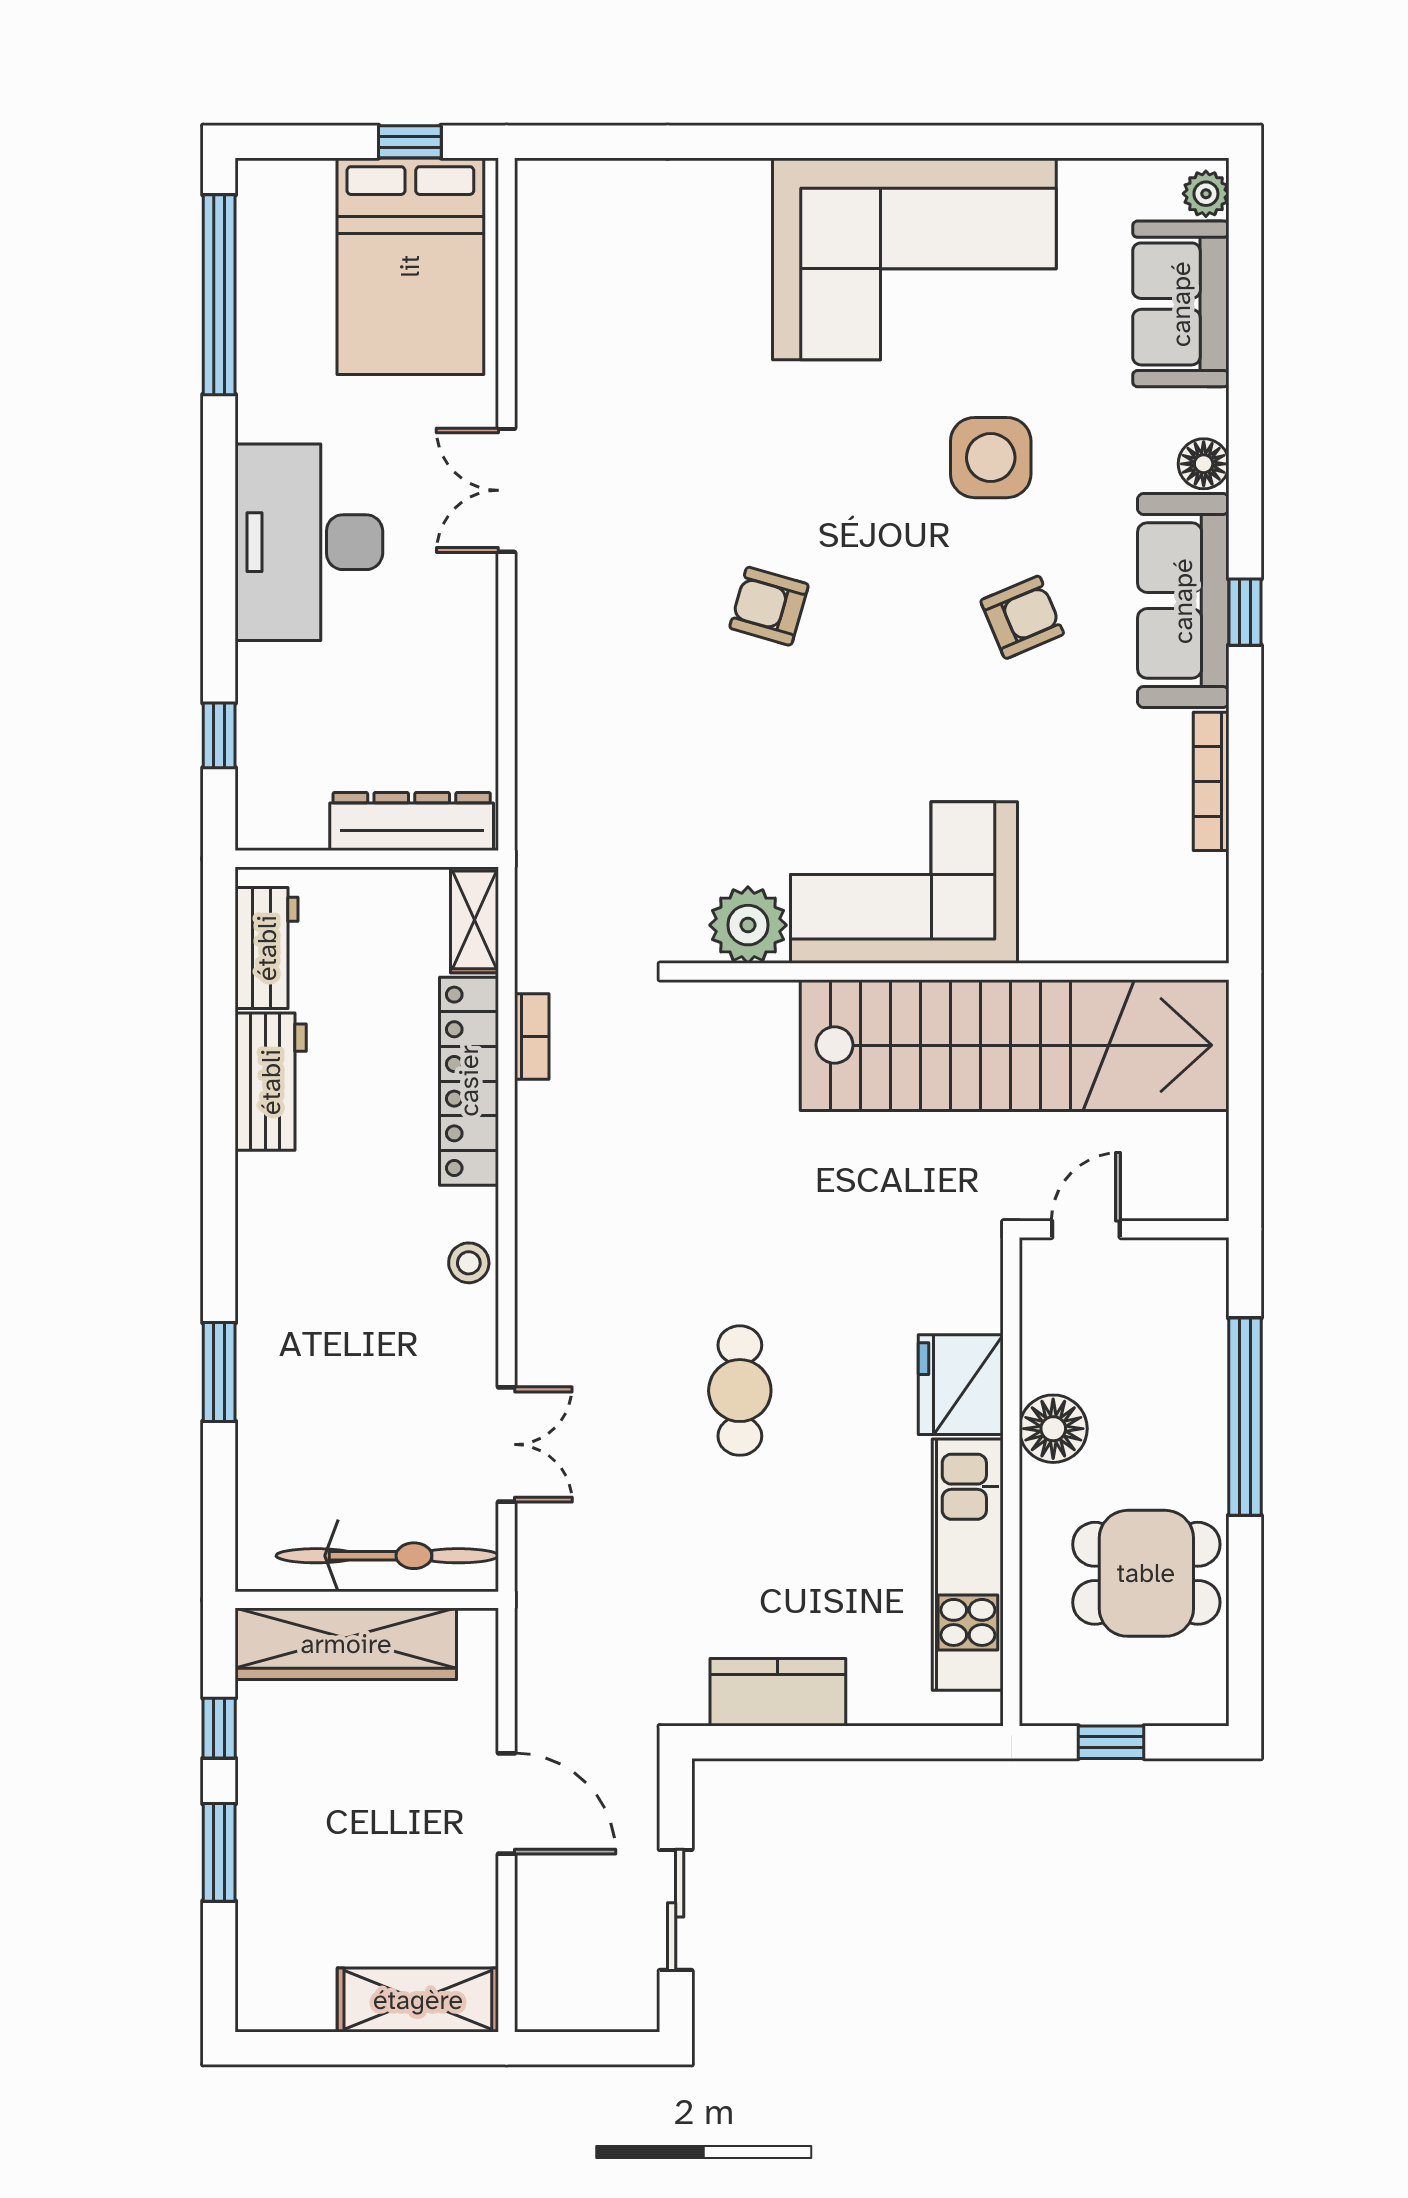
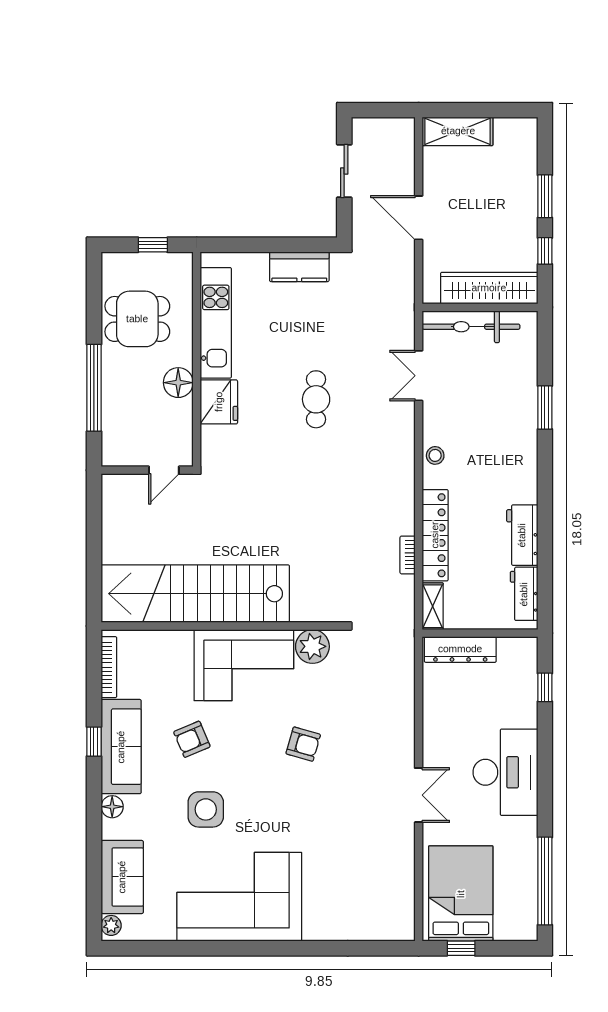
corner sofa: (904, 883) -> (244, 665), moved
plant: (748, 925) -> (312, 646), moved
wall: (952, 972) -> (223, 626), moved
stairs: (1015, 1045) -> (195, 594), moved

